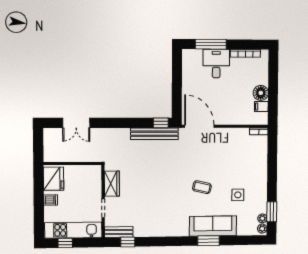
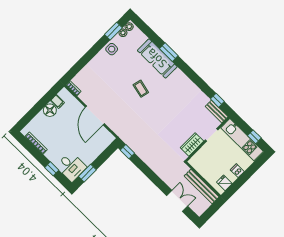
window: (211, 44) -> (52, 169), width x0.46
desk: (216, 64) -> (71, 167), moved, turned -90
window: (177, 70) -> (87, 173), added
door: (199, 126) -> (95, 115), moved
bench: (155, 134) -> (202, 186), moved
fridge: (54, 179) -> (224, 183), width x0.53, depth x0.75
side table: (238, 195) -> (112, 49), moved

